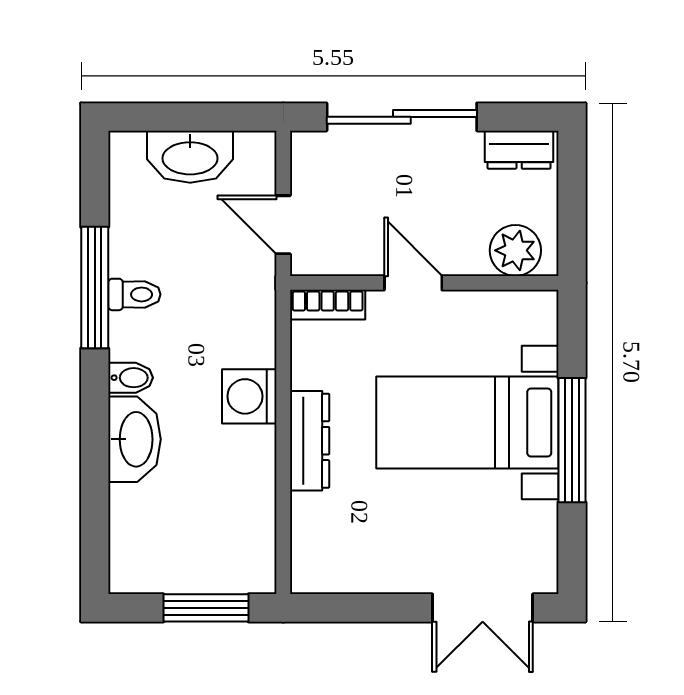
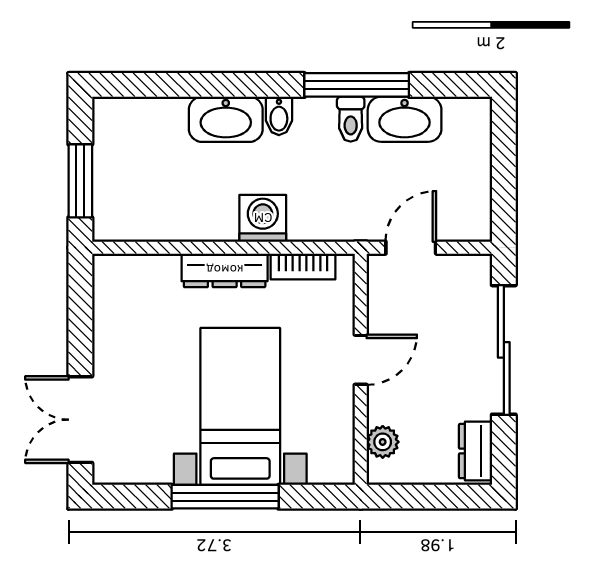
washbasin: (190, 157) -> (405, 119), moved, turned -90
plant: (515, 250) -> (383, 442), width x0.73, depth x0.73
bookcase: (328, 305) -> (303, 267), moved, turned -90

